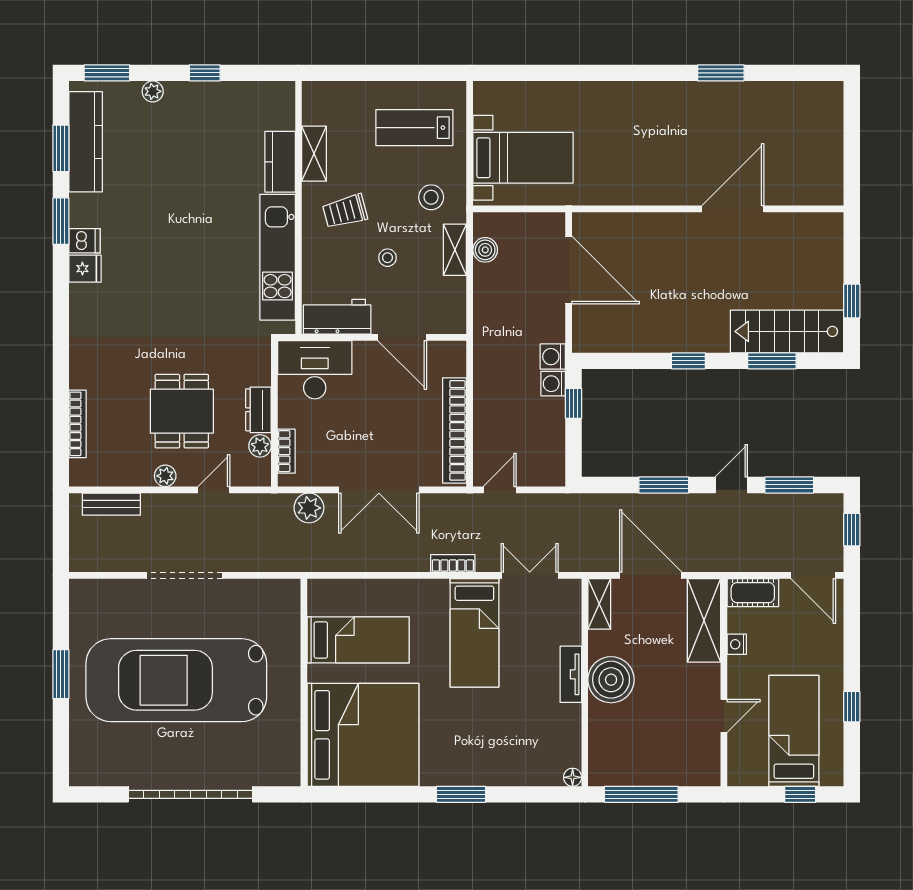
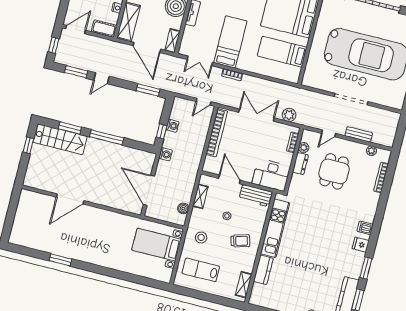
lab bench: (414, 128) -> (201, 270), turned 180
shelving: (314, 154) -> (244, 285), moved
dishwasher: (85, 241) -> (365, 228), moved
shelving: (455, 250) -> (200, 196), moved
window: (688, 361) -> (107, 137), width x2.17
washing machine: (553, 384) -> (172, 126), moved
plant: (165, 476) -> (371, 151), moved
window: (664, 485) -> (148, 90), moved
bench: (111, 504) -> (359, 134), moved
door: (813, 575) -> (76, 29), hinge flipped

